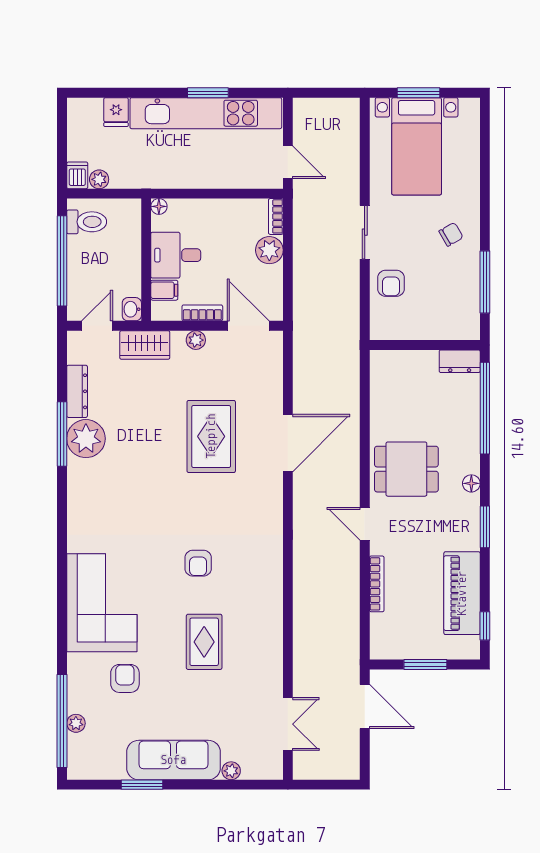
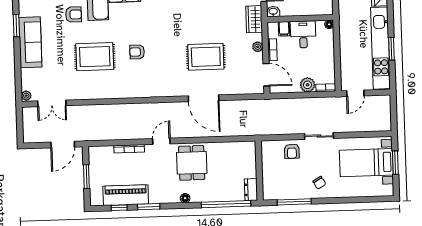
armchair: (391, 283) -> (292, 151), turned -90
door: (248, 326) -> (266, 75), hinge flipped
window: (485, 527) -> (149, 207), moved
window: (485, 626) -> (119, 208), moved
rug: (204, 642) -> (95, 57), width x1.36, depth x1.43
plant: (231, 771) -> (26, 96), moved

